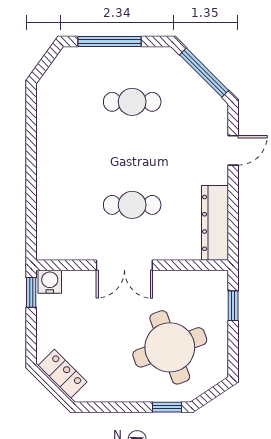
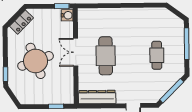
cafe table: (132, 205) -> (106, 56), width x1.37, depth x1.35
round table: (170, 347) -> (36, 61), moved

